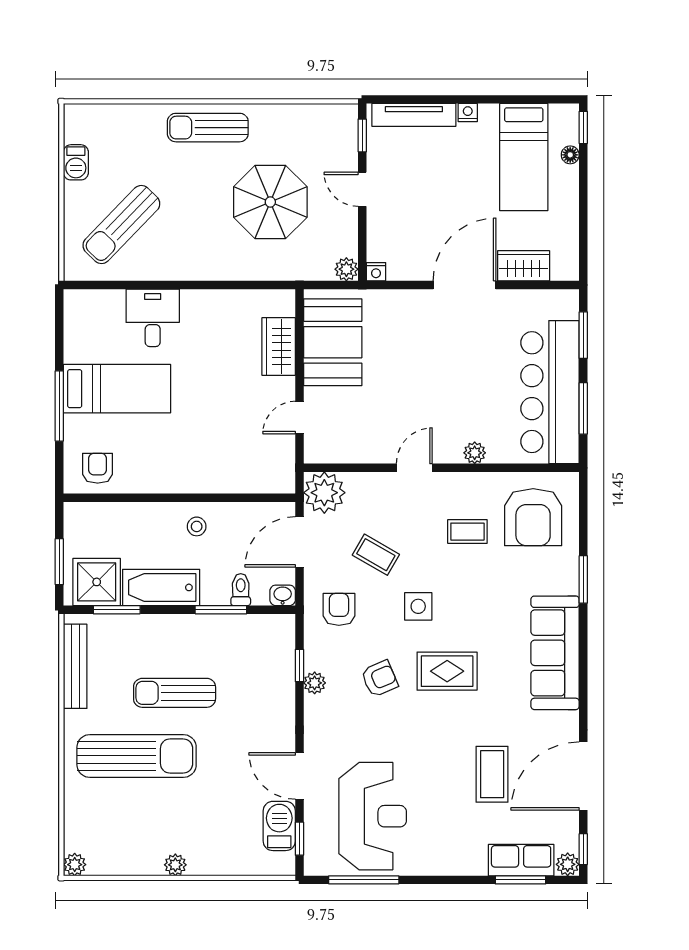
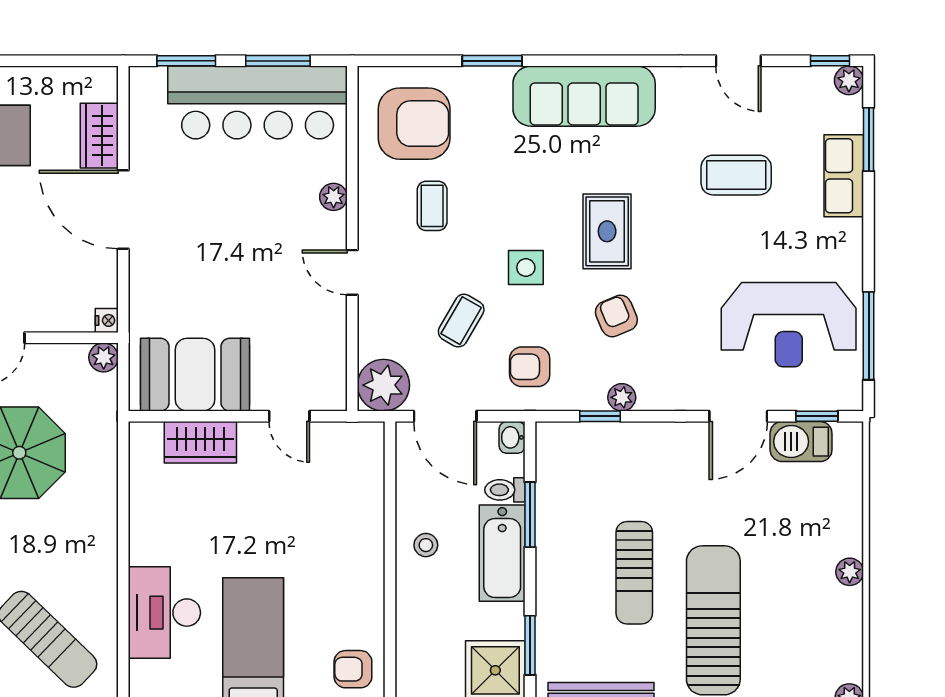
desk: (153, 318) -> (164, 613), width x1.37
bathtub: (161, 587) -> (502, 553), moved
door: (583, 776) -> (738, 61), width x0.53
reception desk: (373, 816) -> (789, 325), turned 180
row of seats: (521, 860) -> (844, 176), moved

